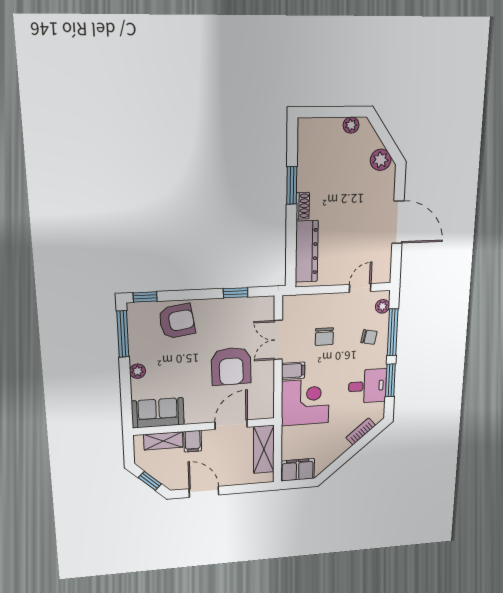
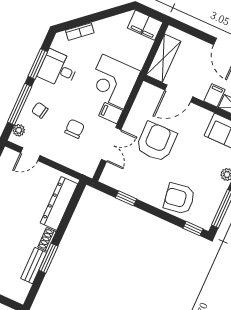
bench: (305, 169) -> (34, 266), added

